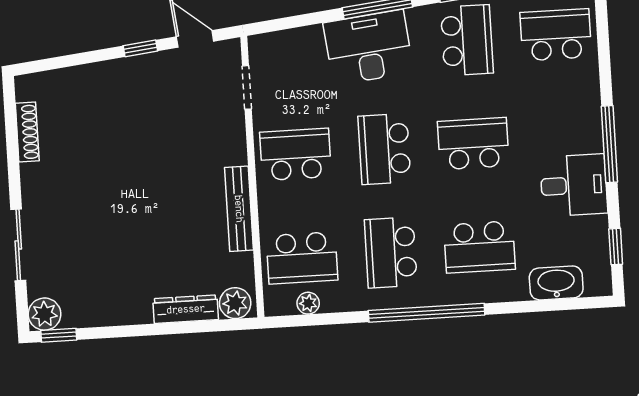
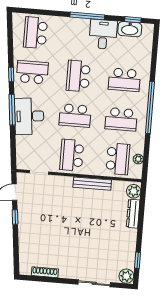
school desk: (480, 247) -> (124, 80), turned 90
washbasin: (556, 283) -> (130, 29), moved, turned -90
window: (59, 335) -> (137, 260), moved

